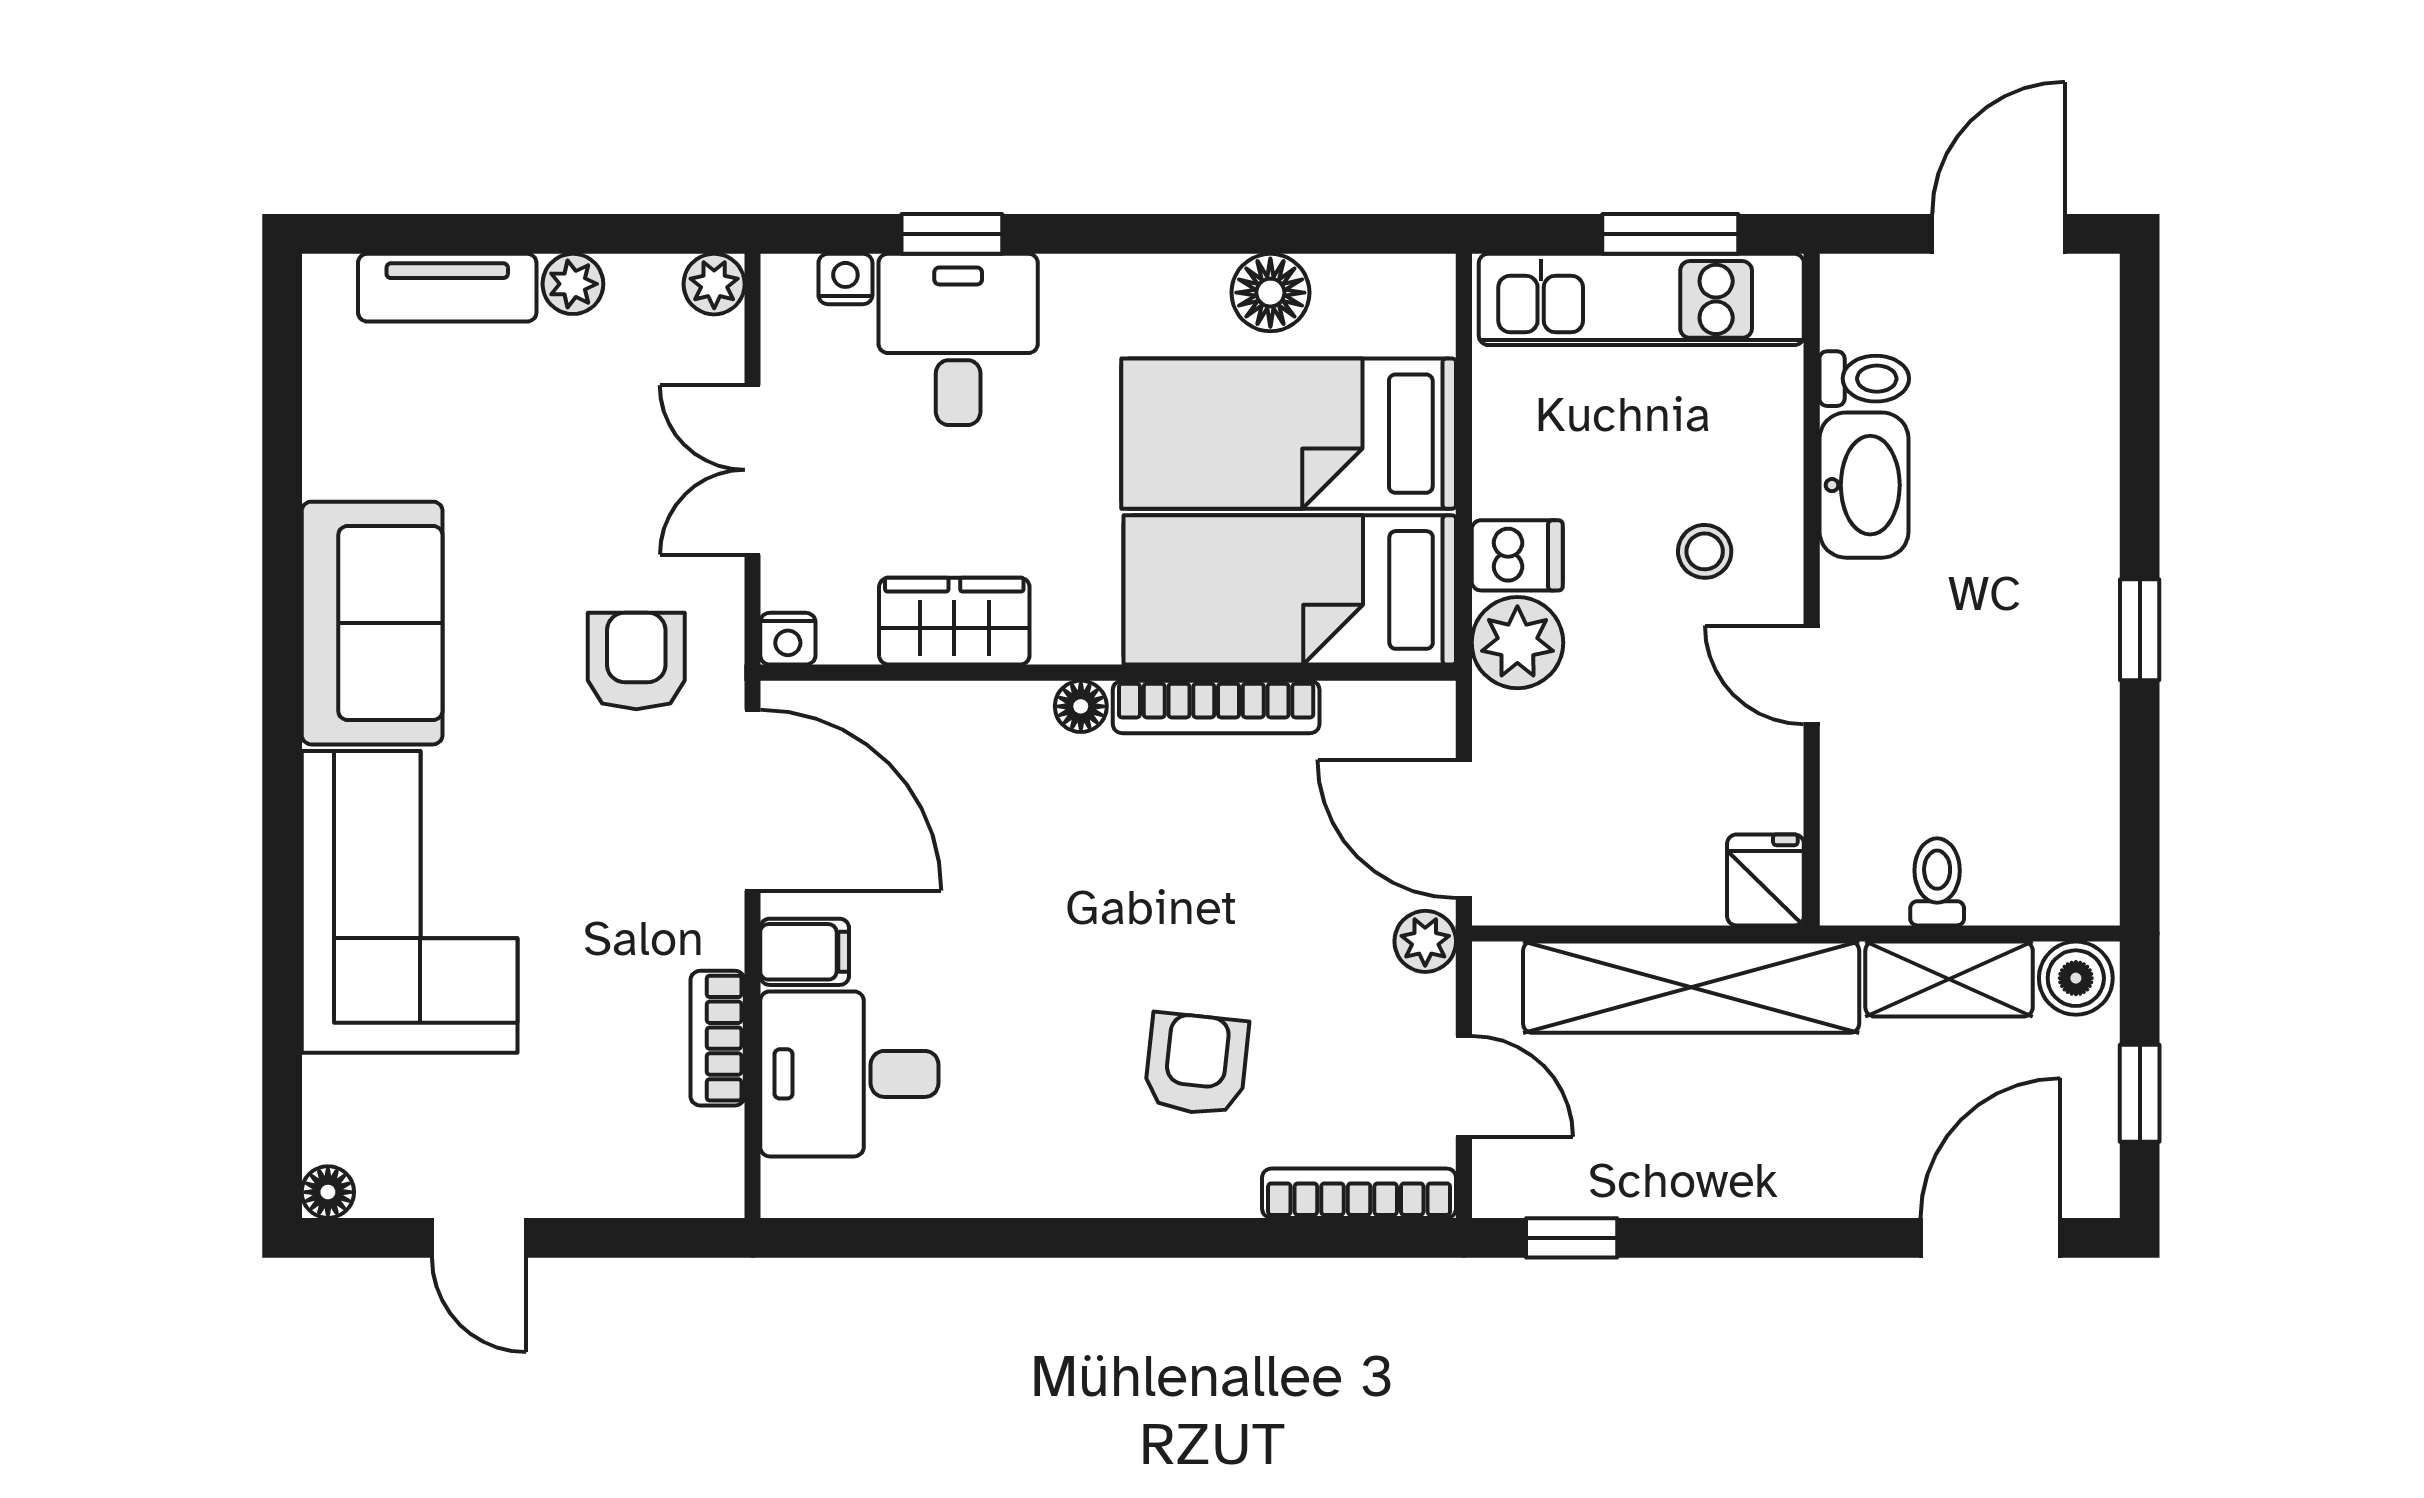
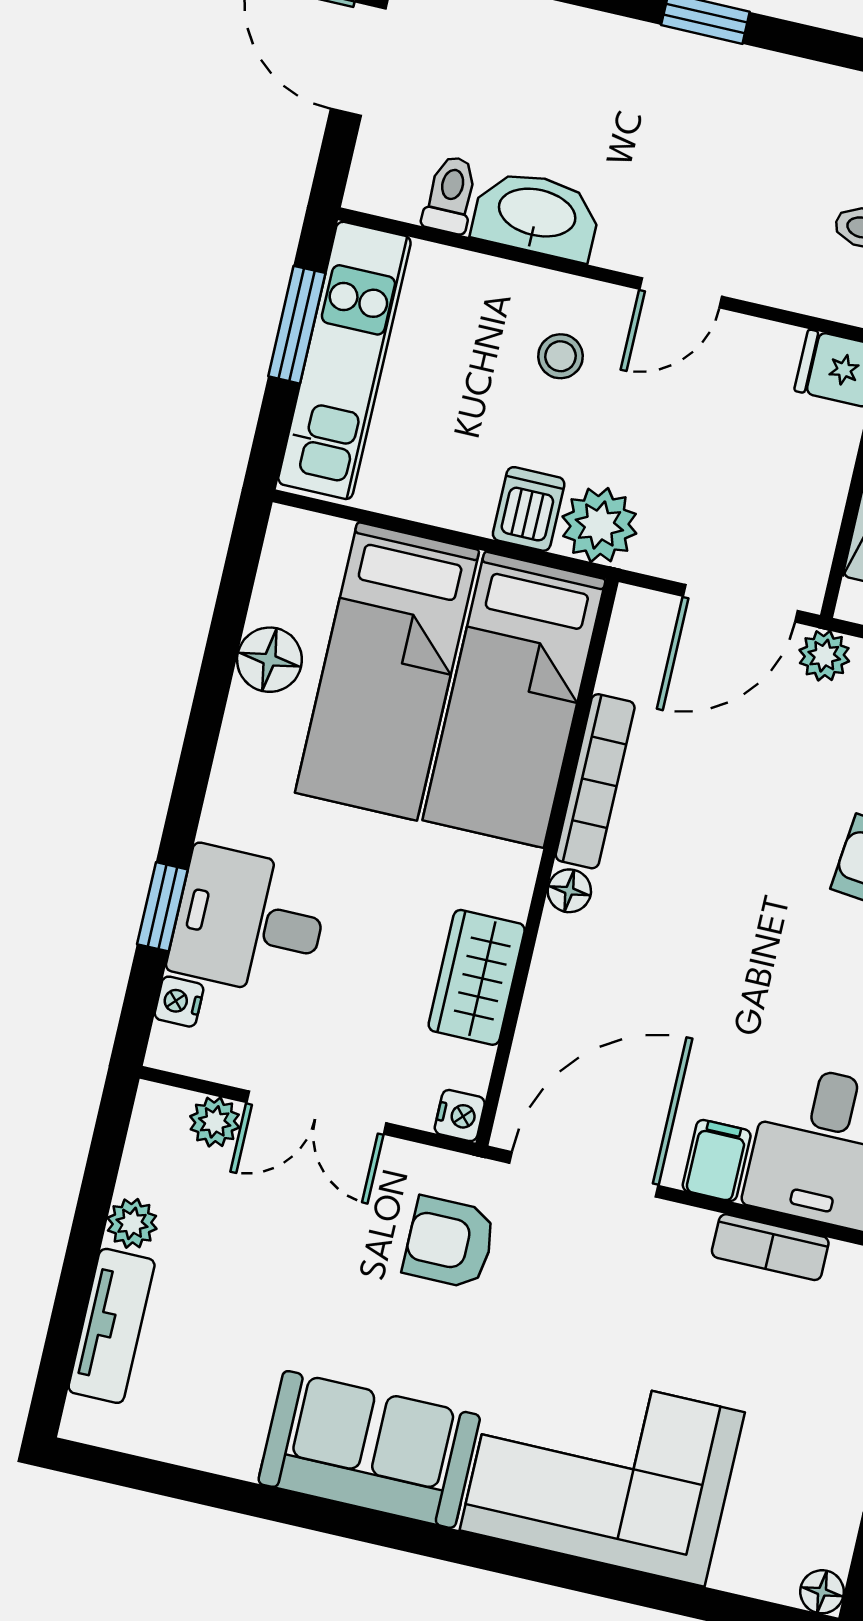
plant: (714, 284) -> (215, 1122), moved

